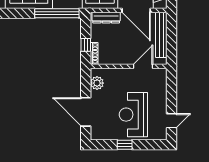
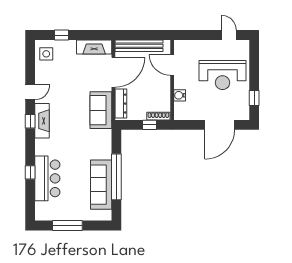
window: (57, 13) -> (116, 177), moved
water cooler: (114, 74) -> (180, 95), added
plant: (97, 83) -> (189, 113), removed
window: (125, 145) -> (254, 98), moved

